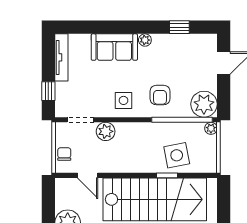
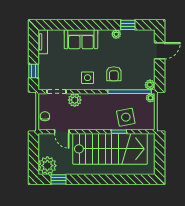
plant: (145, 40) -> (116, 34), moved
tv unit: (61, 57) -> (43, 42), width x0.71
plant: (204, 104) -> (150, 85), width x0.53, depth x0.53

